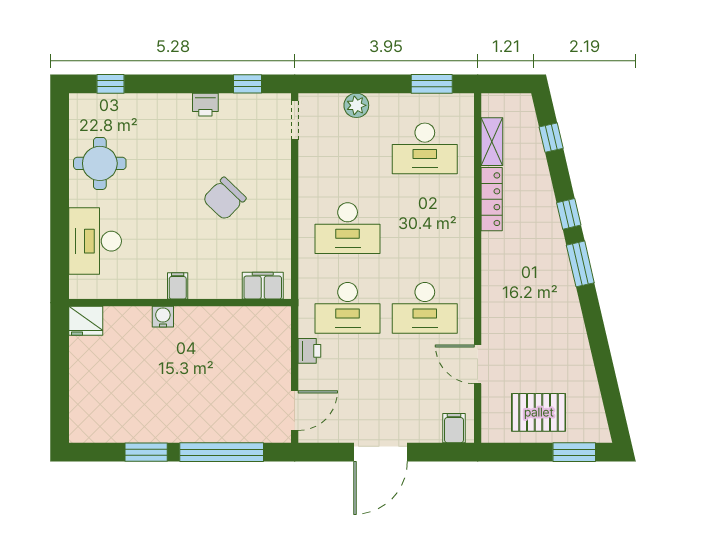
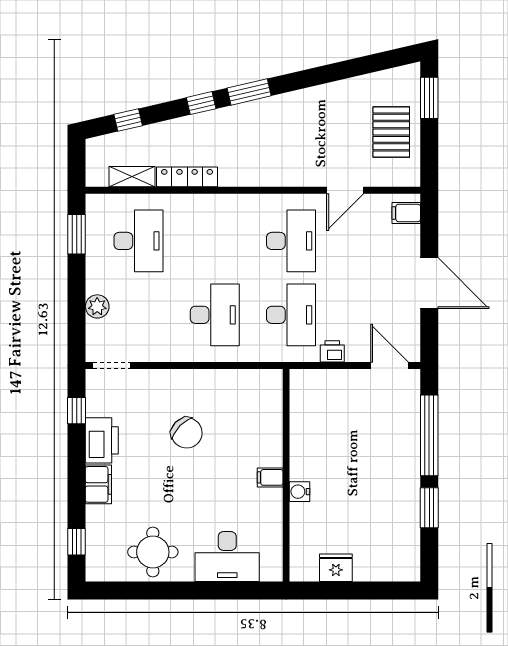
printer: (205, 105) -> (102, 440), width x1.87, depth x1.48
filing cabinet: (263, 286) -> (98, 484), moved, turned 180
fridge: (86, 321) -> (336, 568), moved, turned -90

